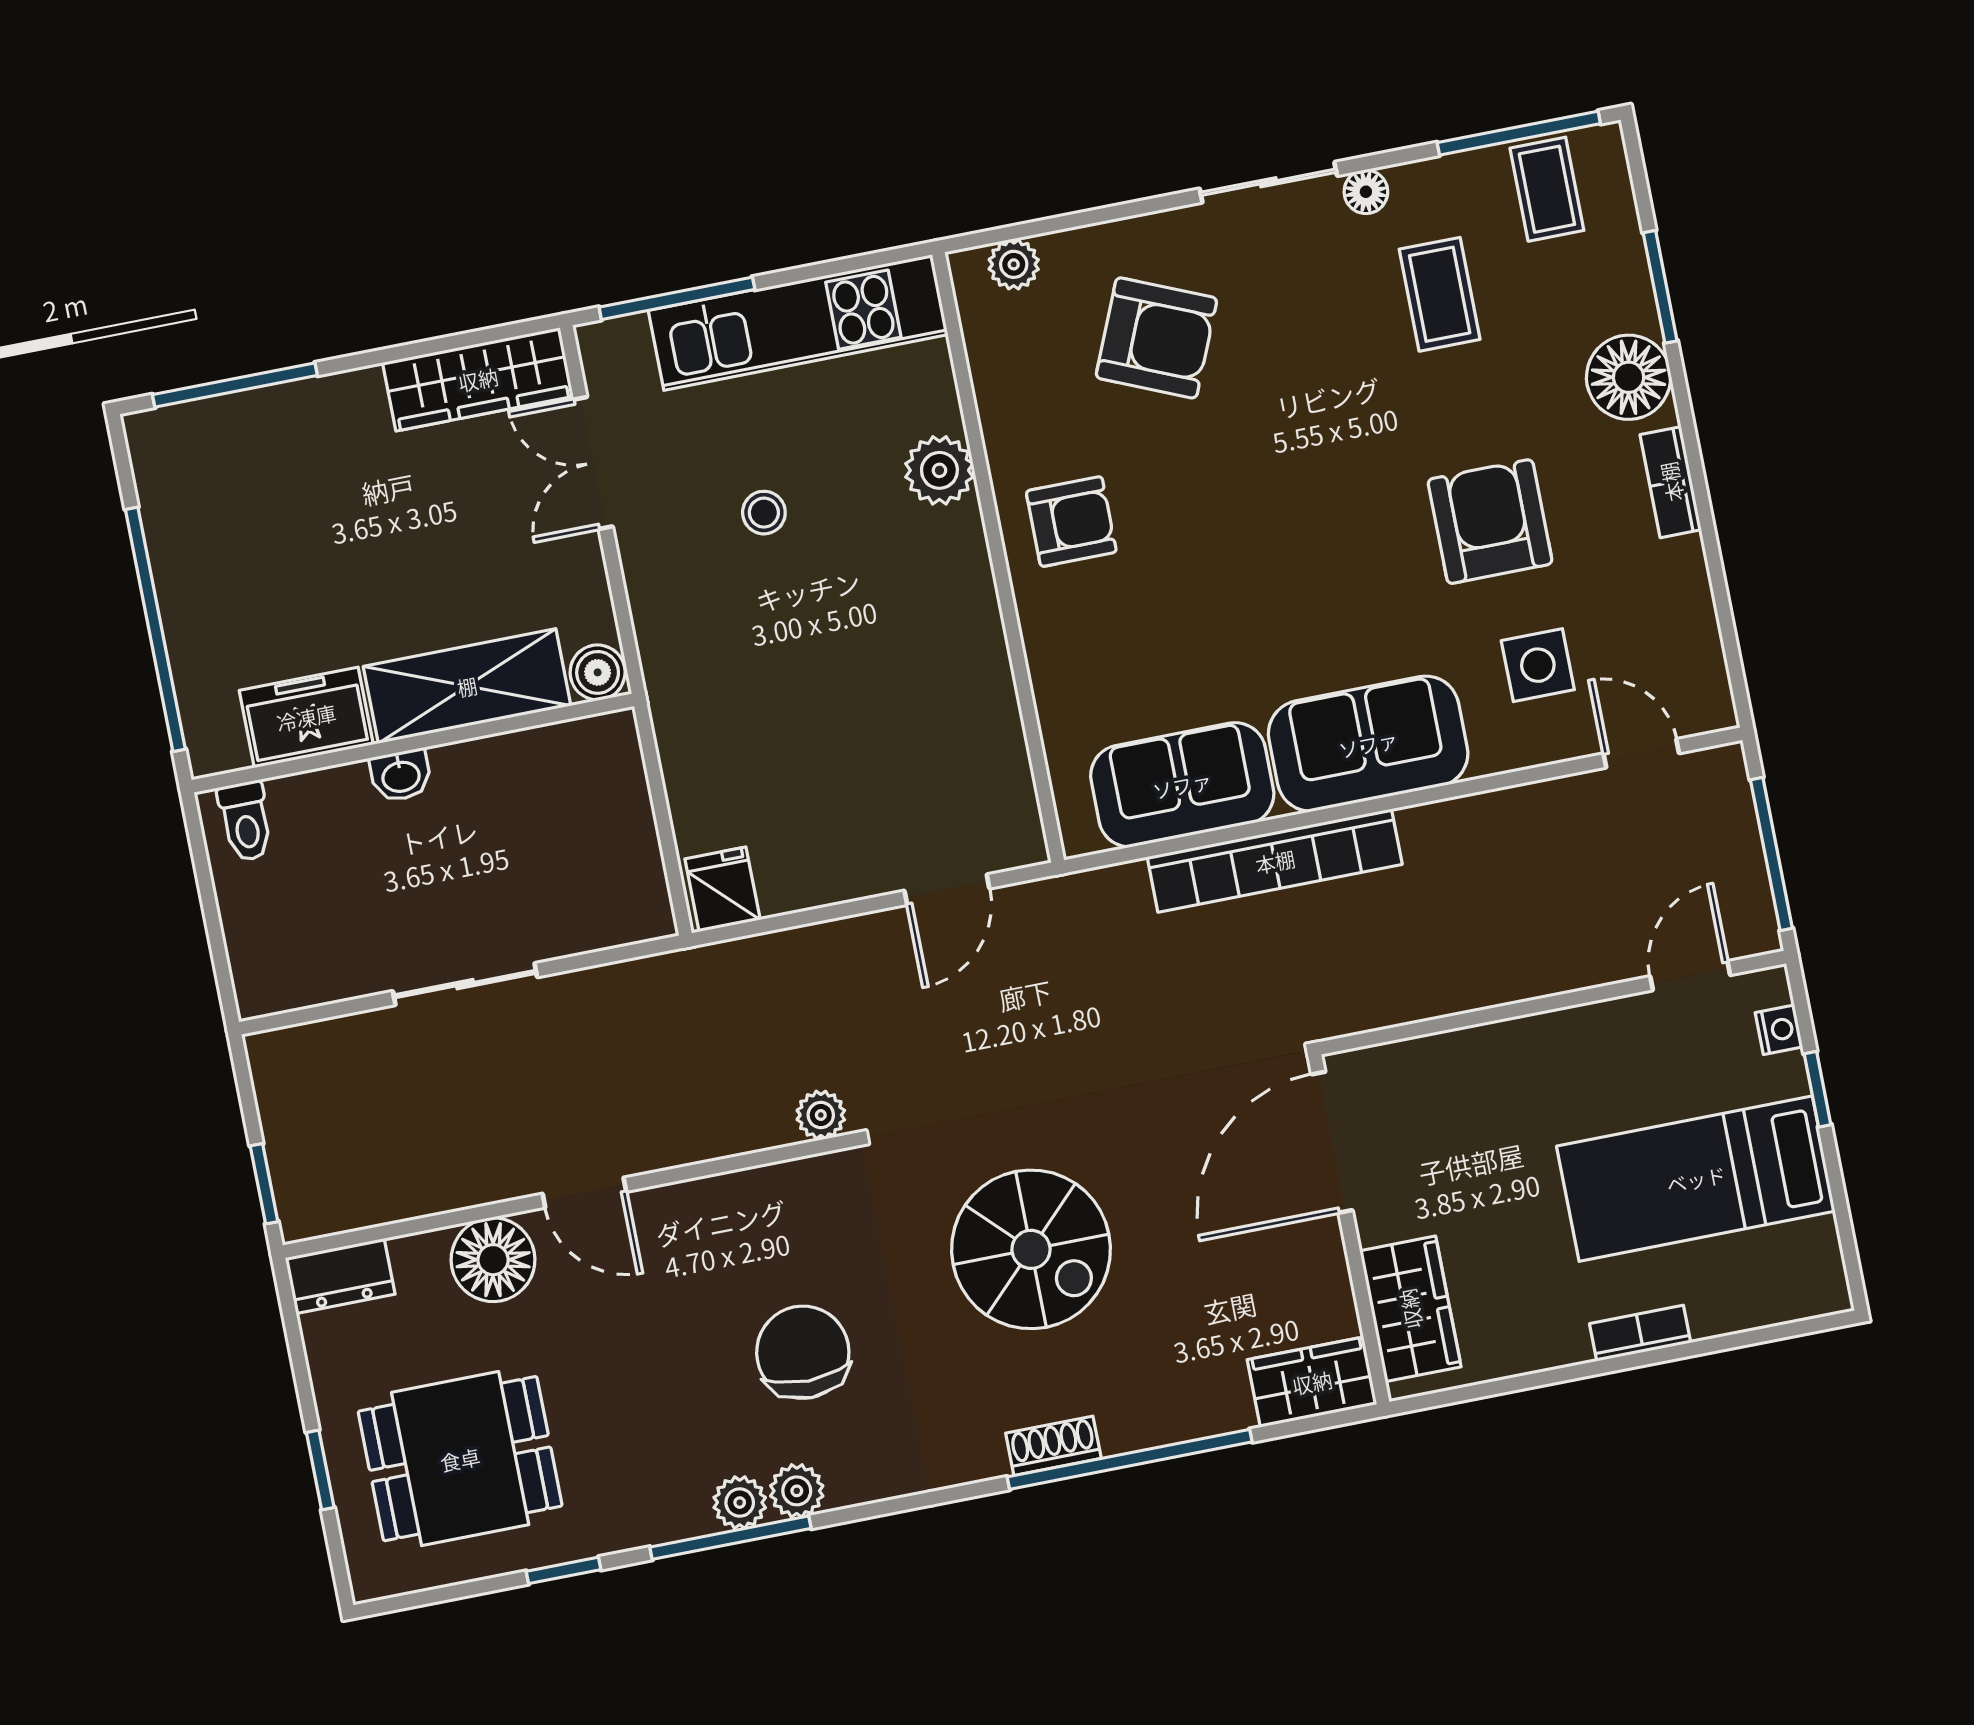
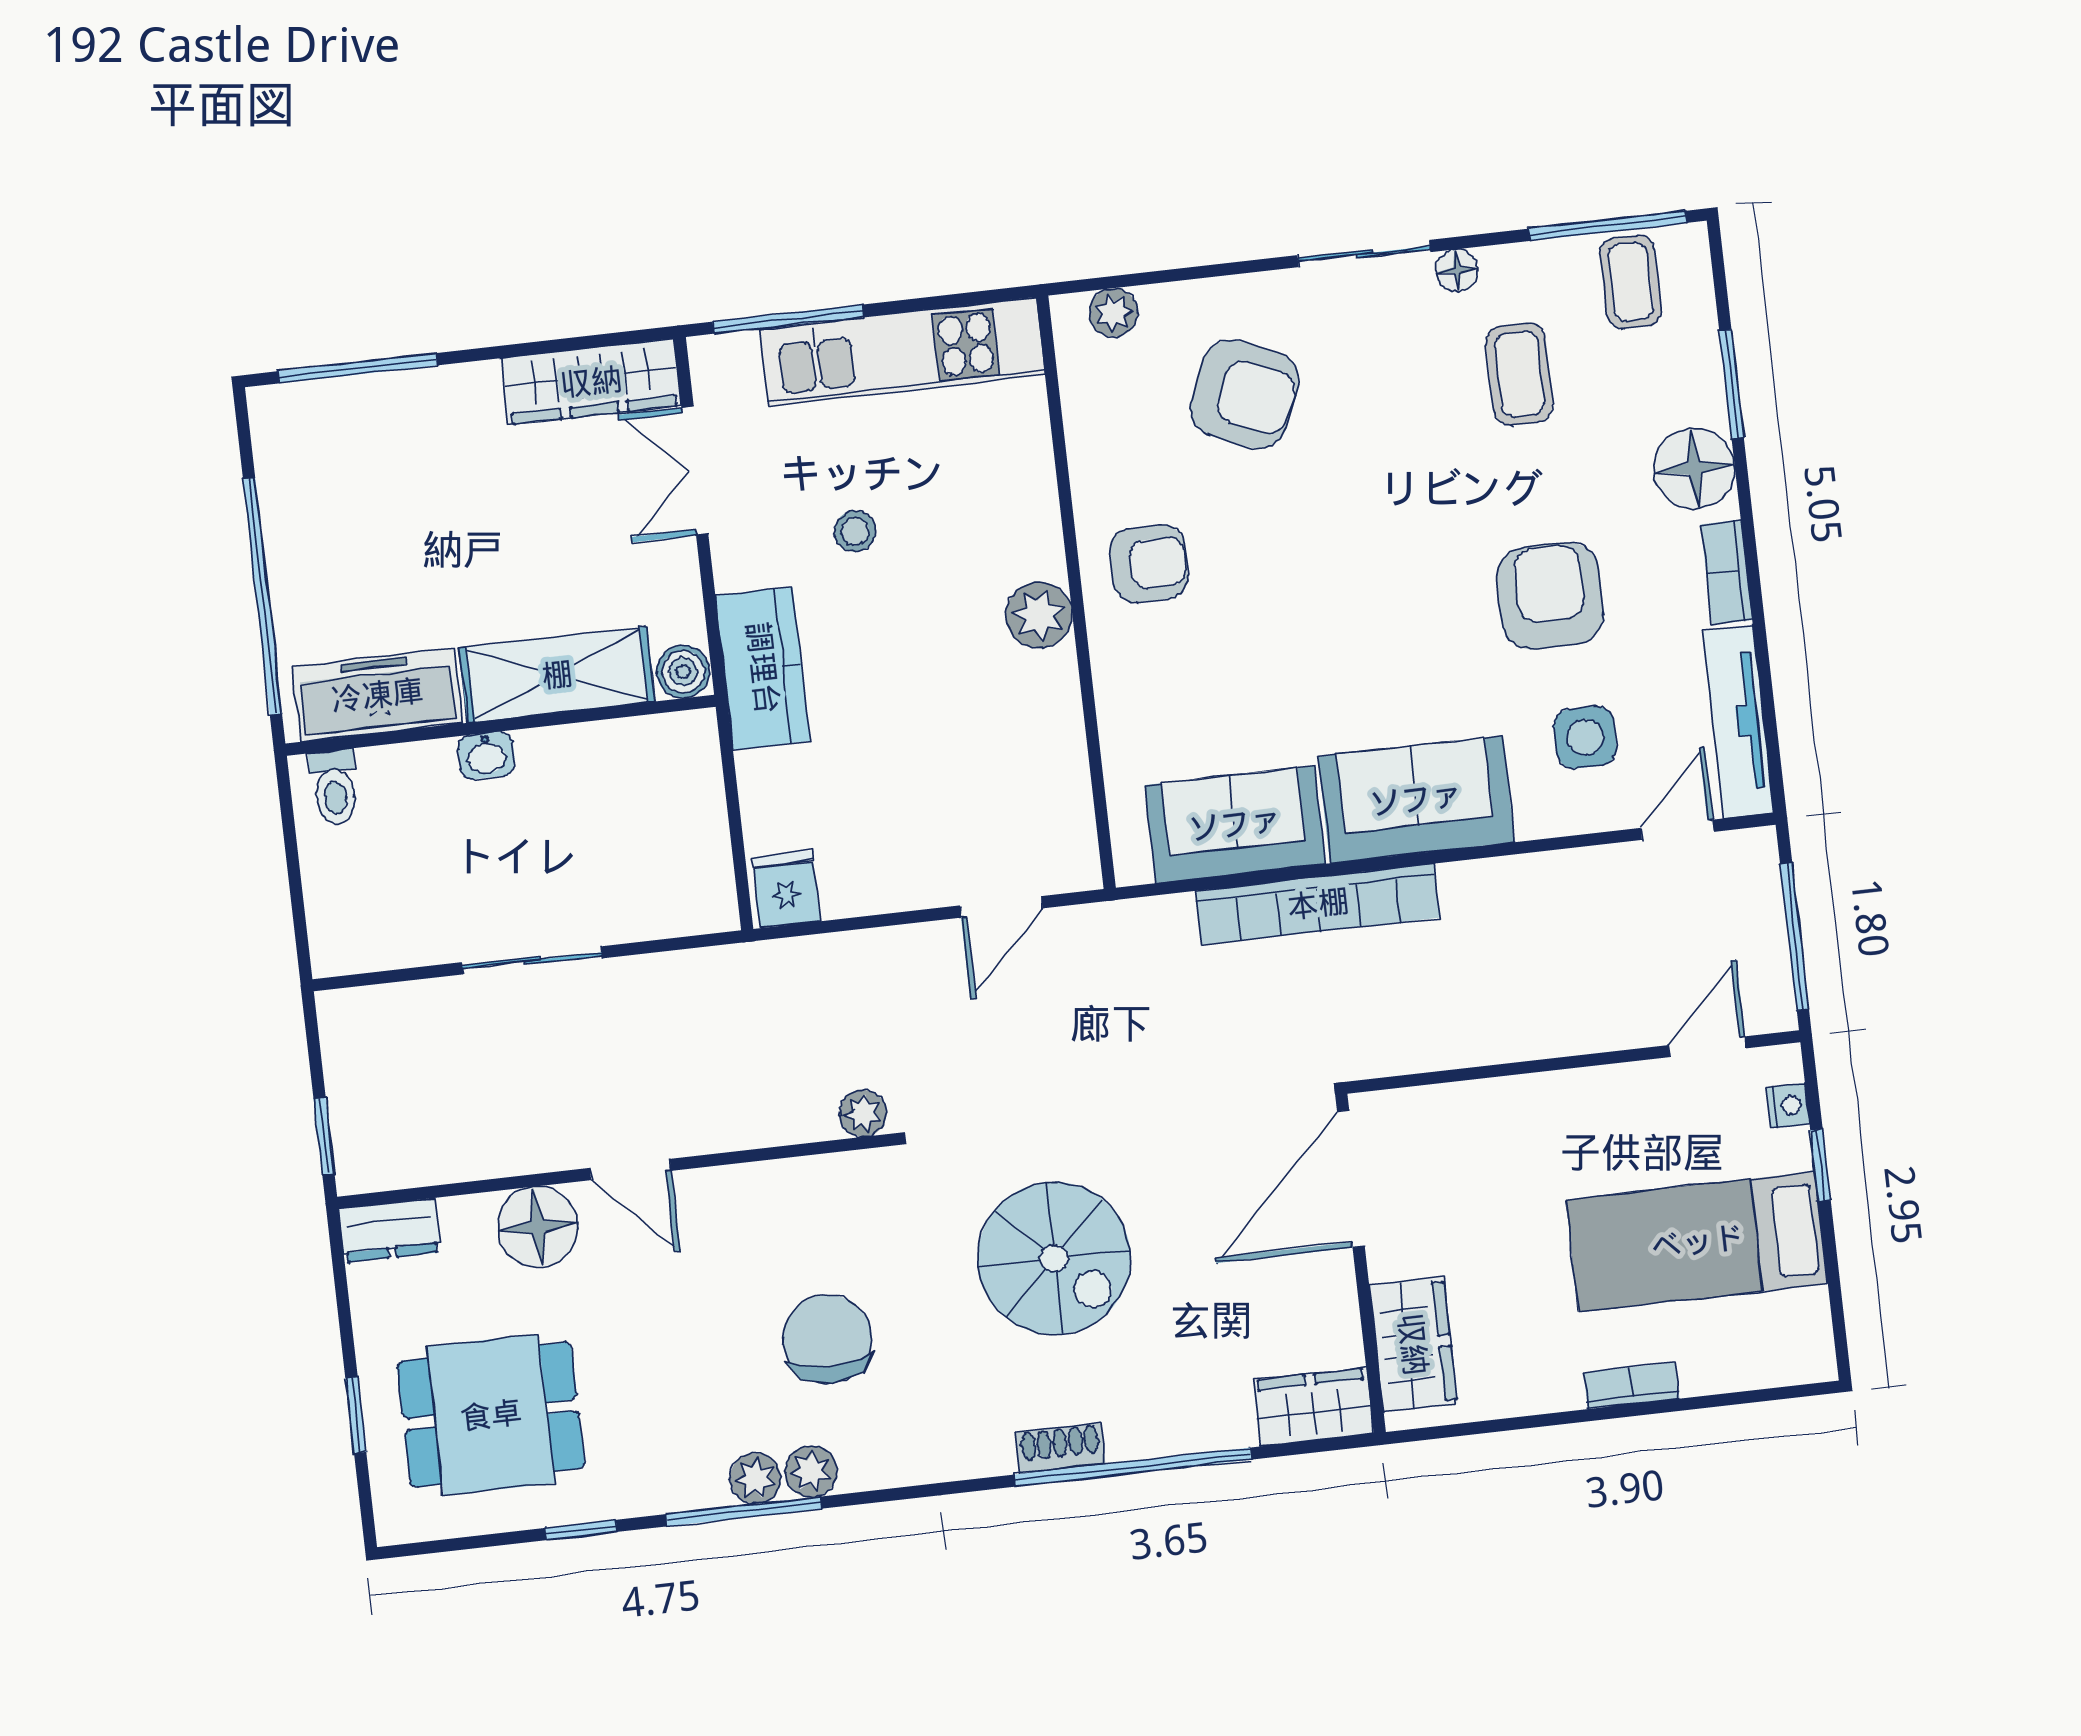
plant: (939, 470) -> (1039, 615), moved
tv unit: (1695, 636) -> (1738, 722), added
kitchen counter: (680, 662) -> (763, 668), added
freezer: (306, 717) -> (377, 695), width x1.40
door: (1641, 753) -> (1677, 830), hinge flipped

